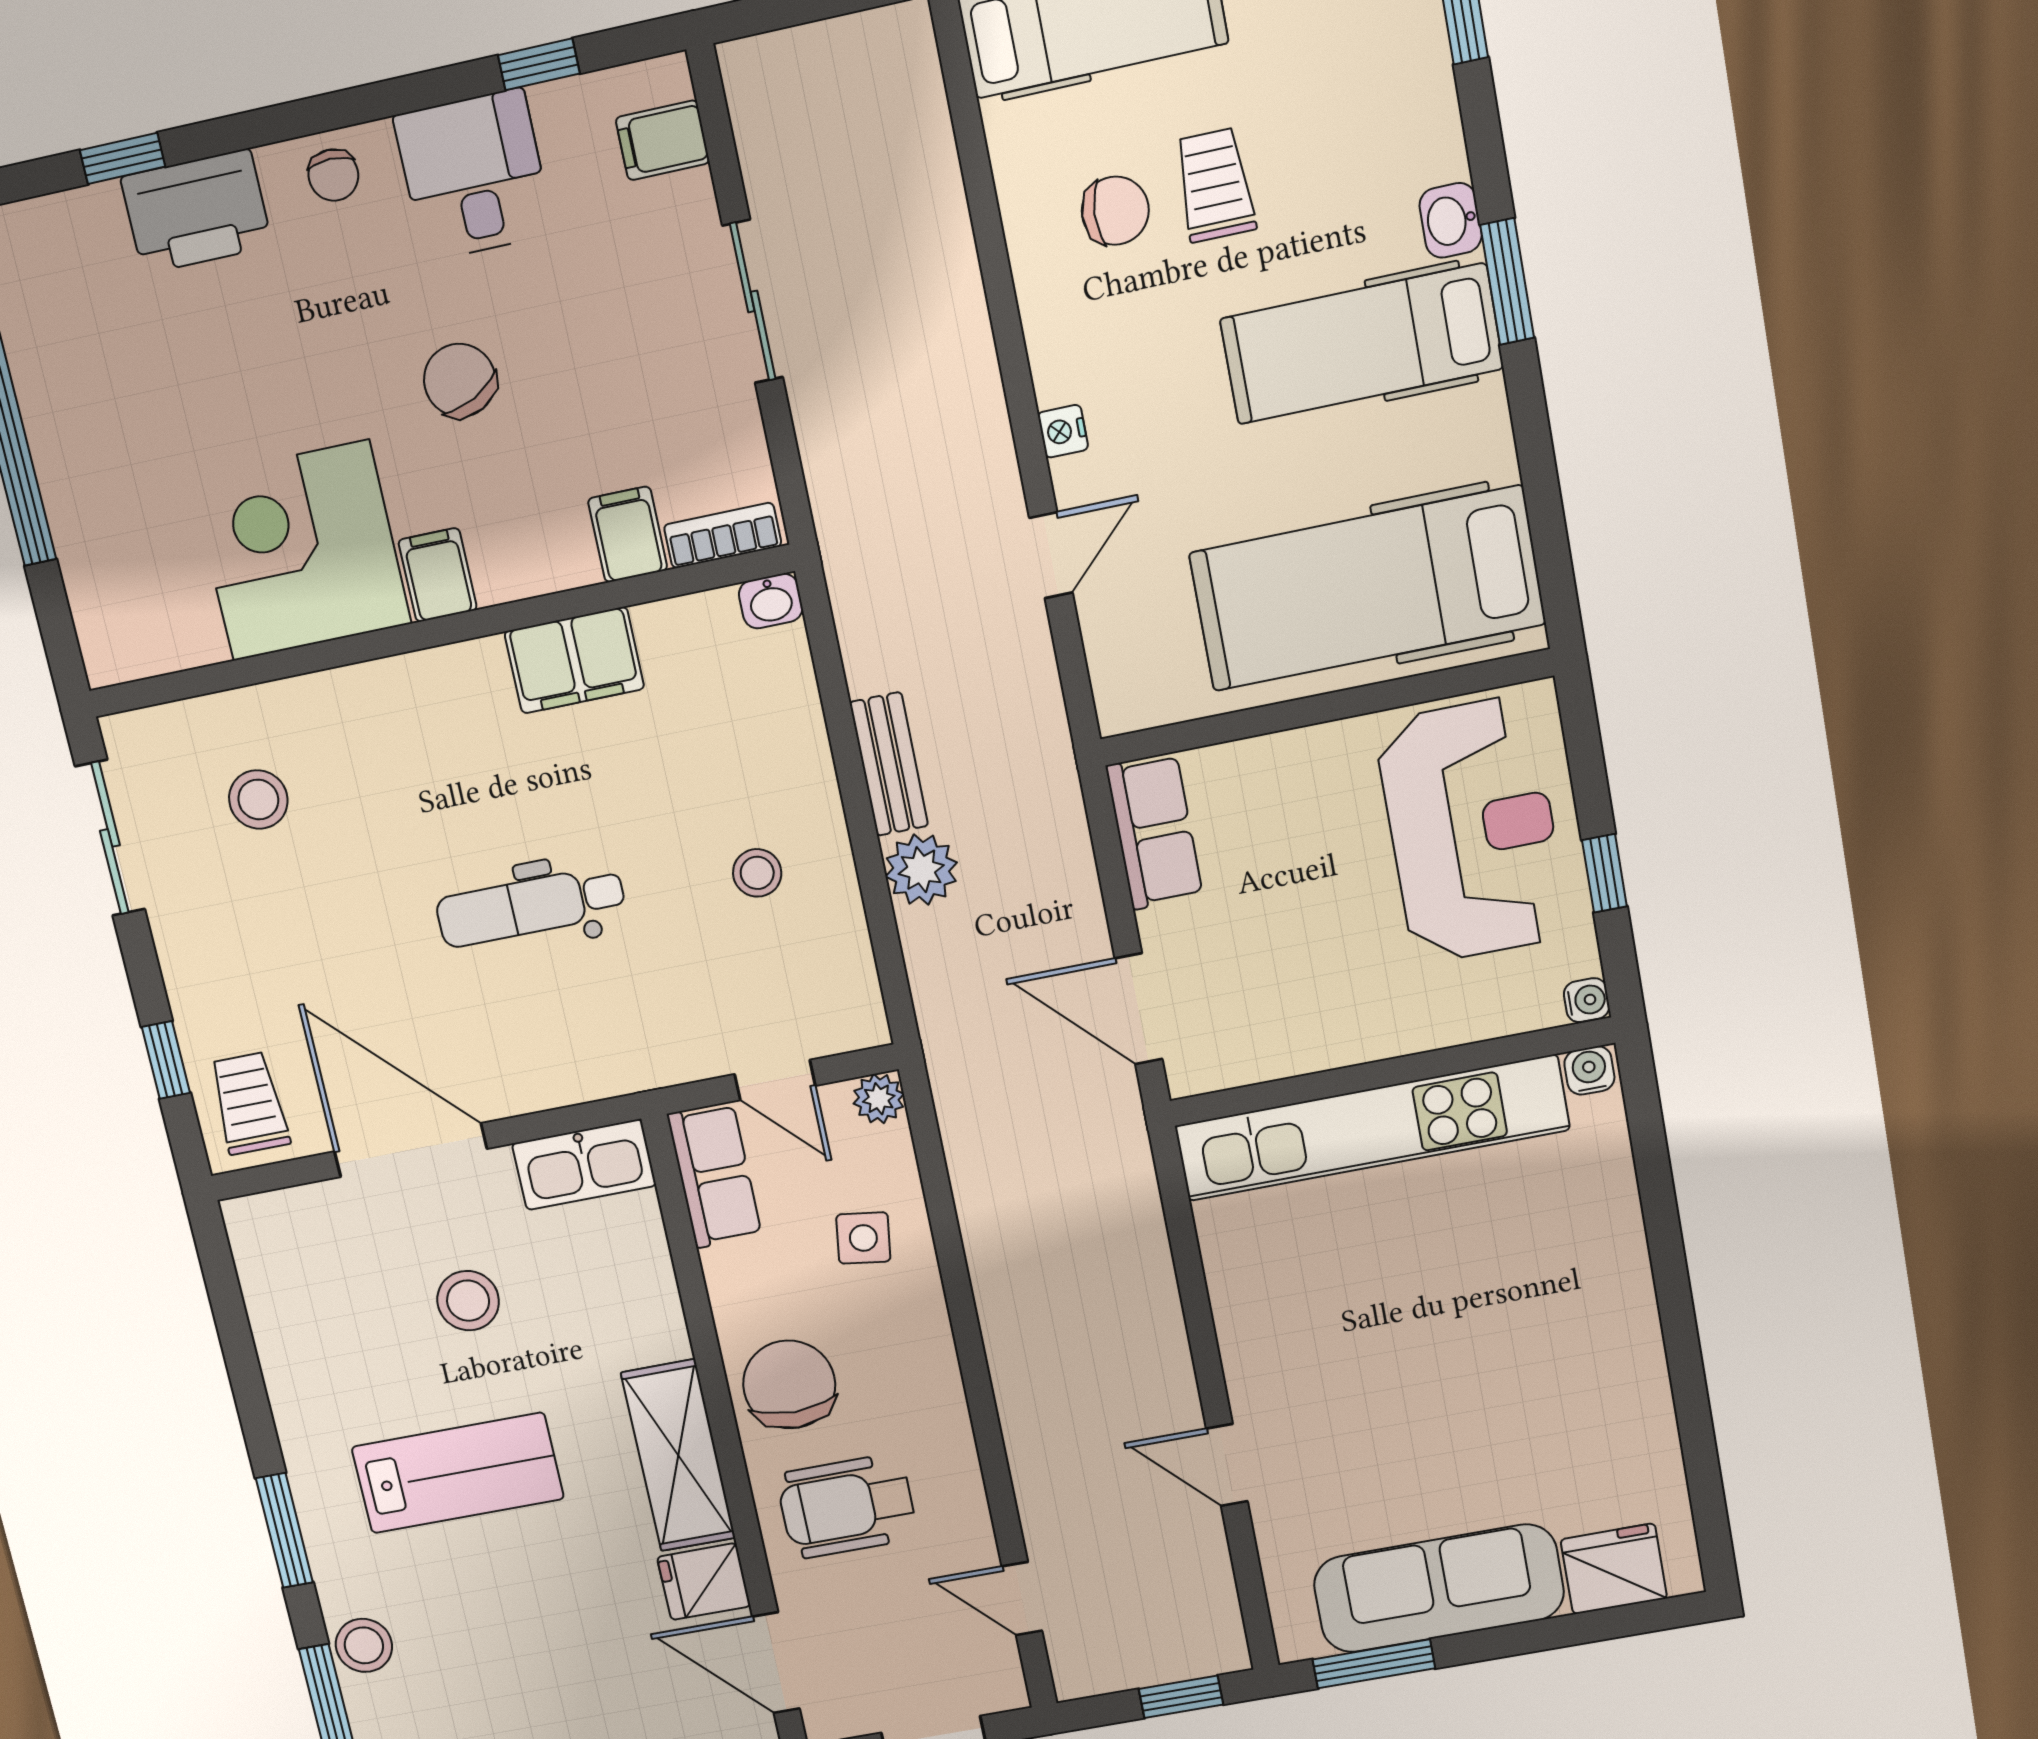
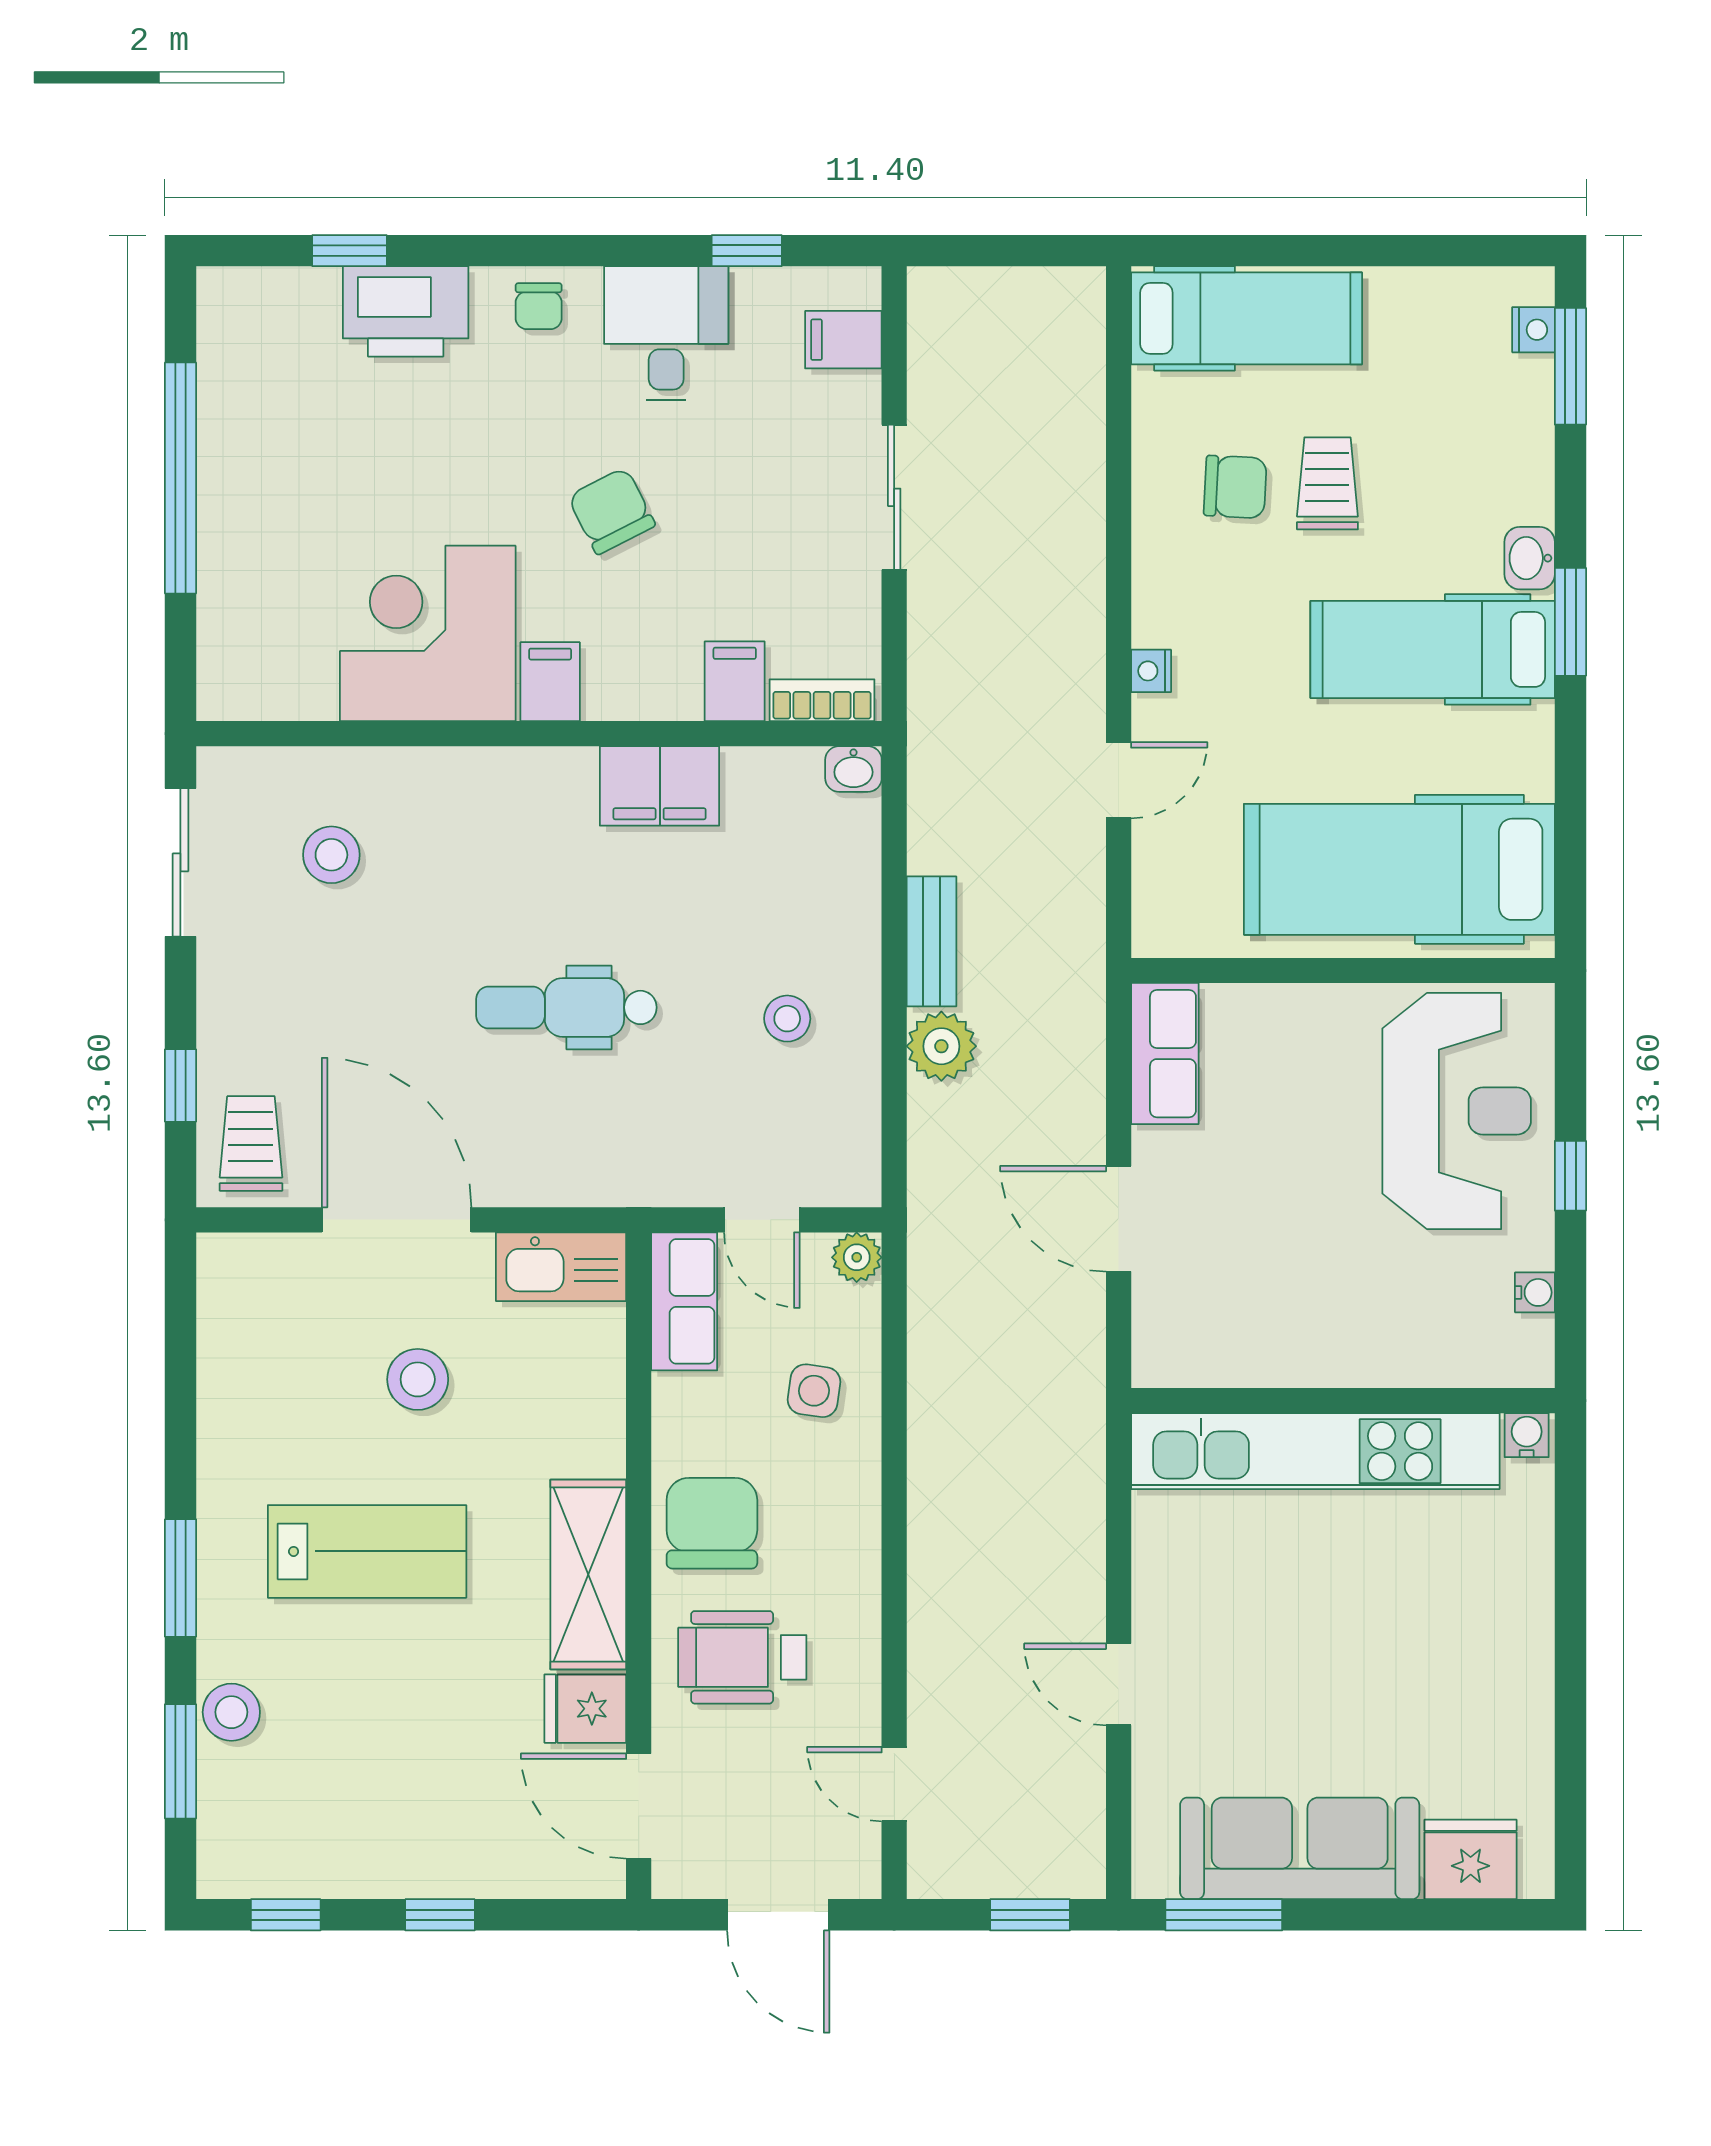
water cooler: (1589, 1071) -> (1527, 1435), moved
wall: (1391, 1072) -> (1343, 1401), moved
kitchen unit: (1372, 1128) -> (1315, 1451), moved

